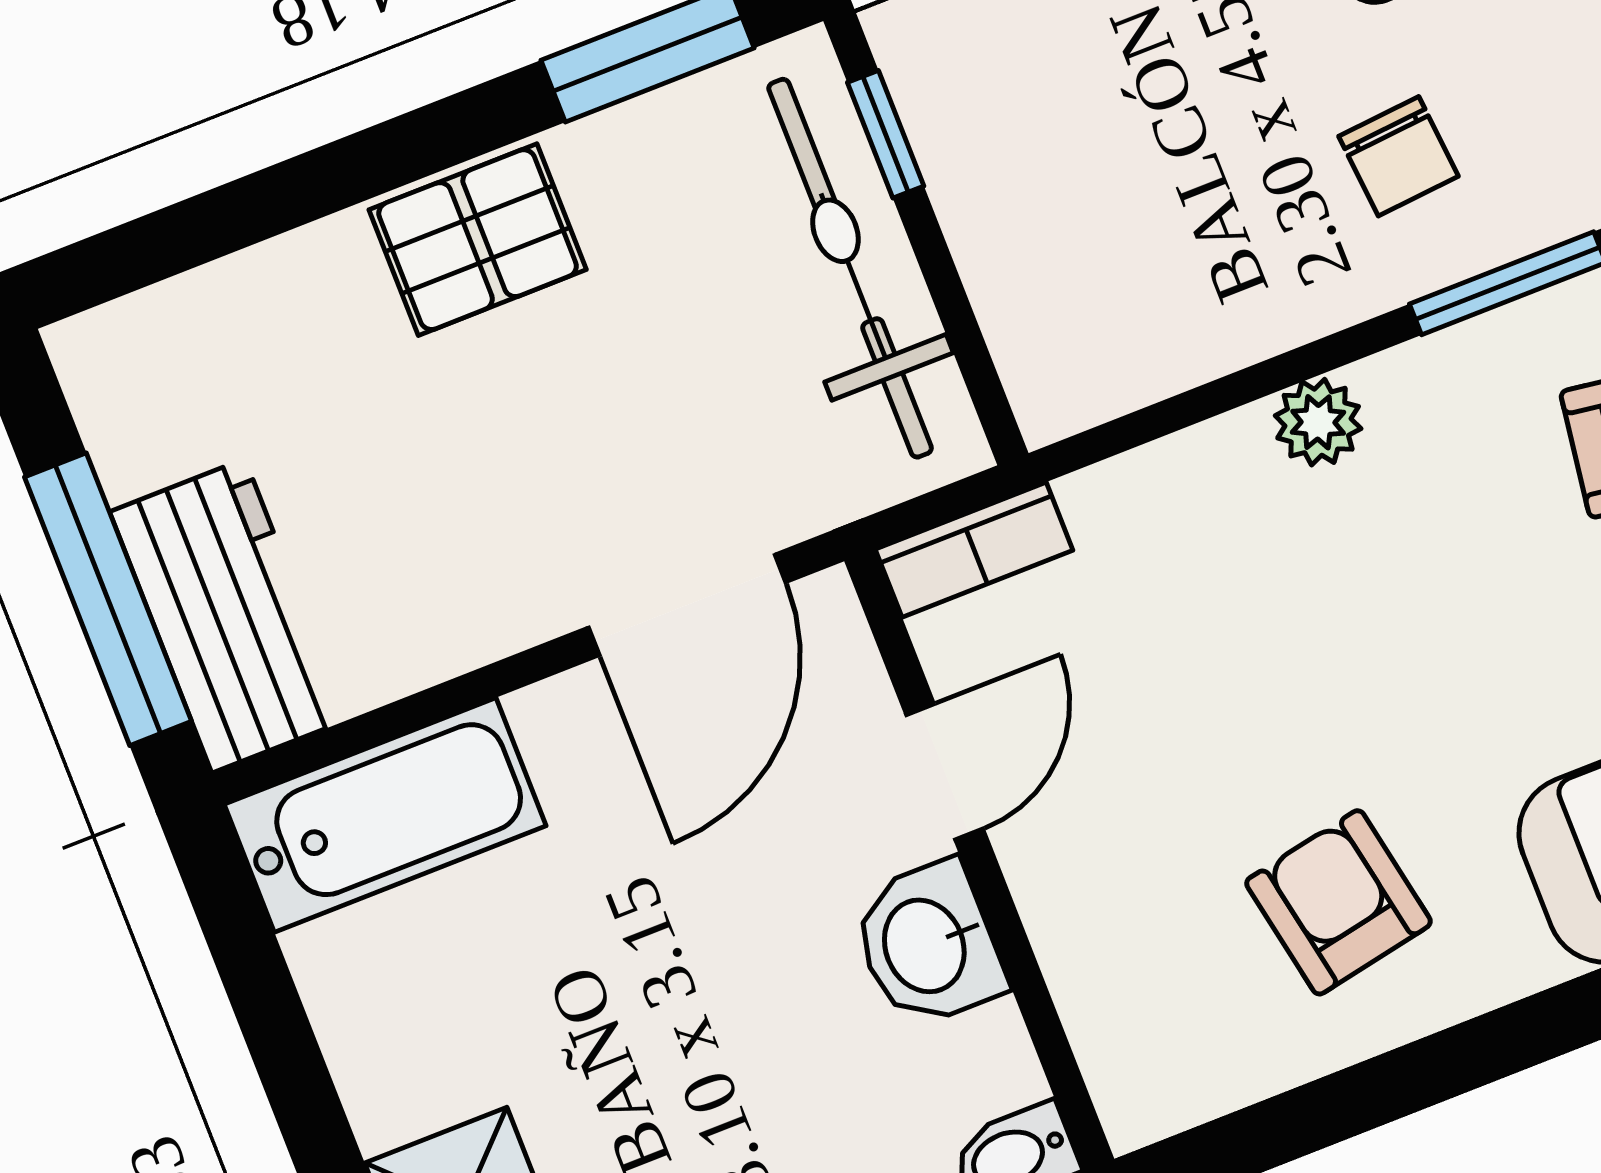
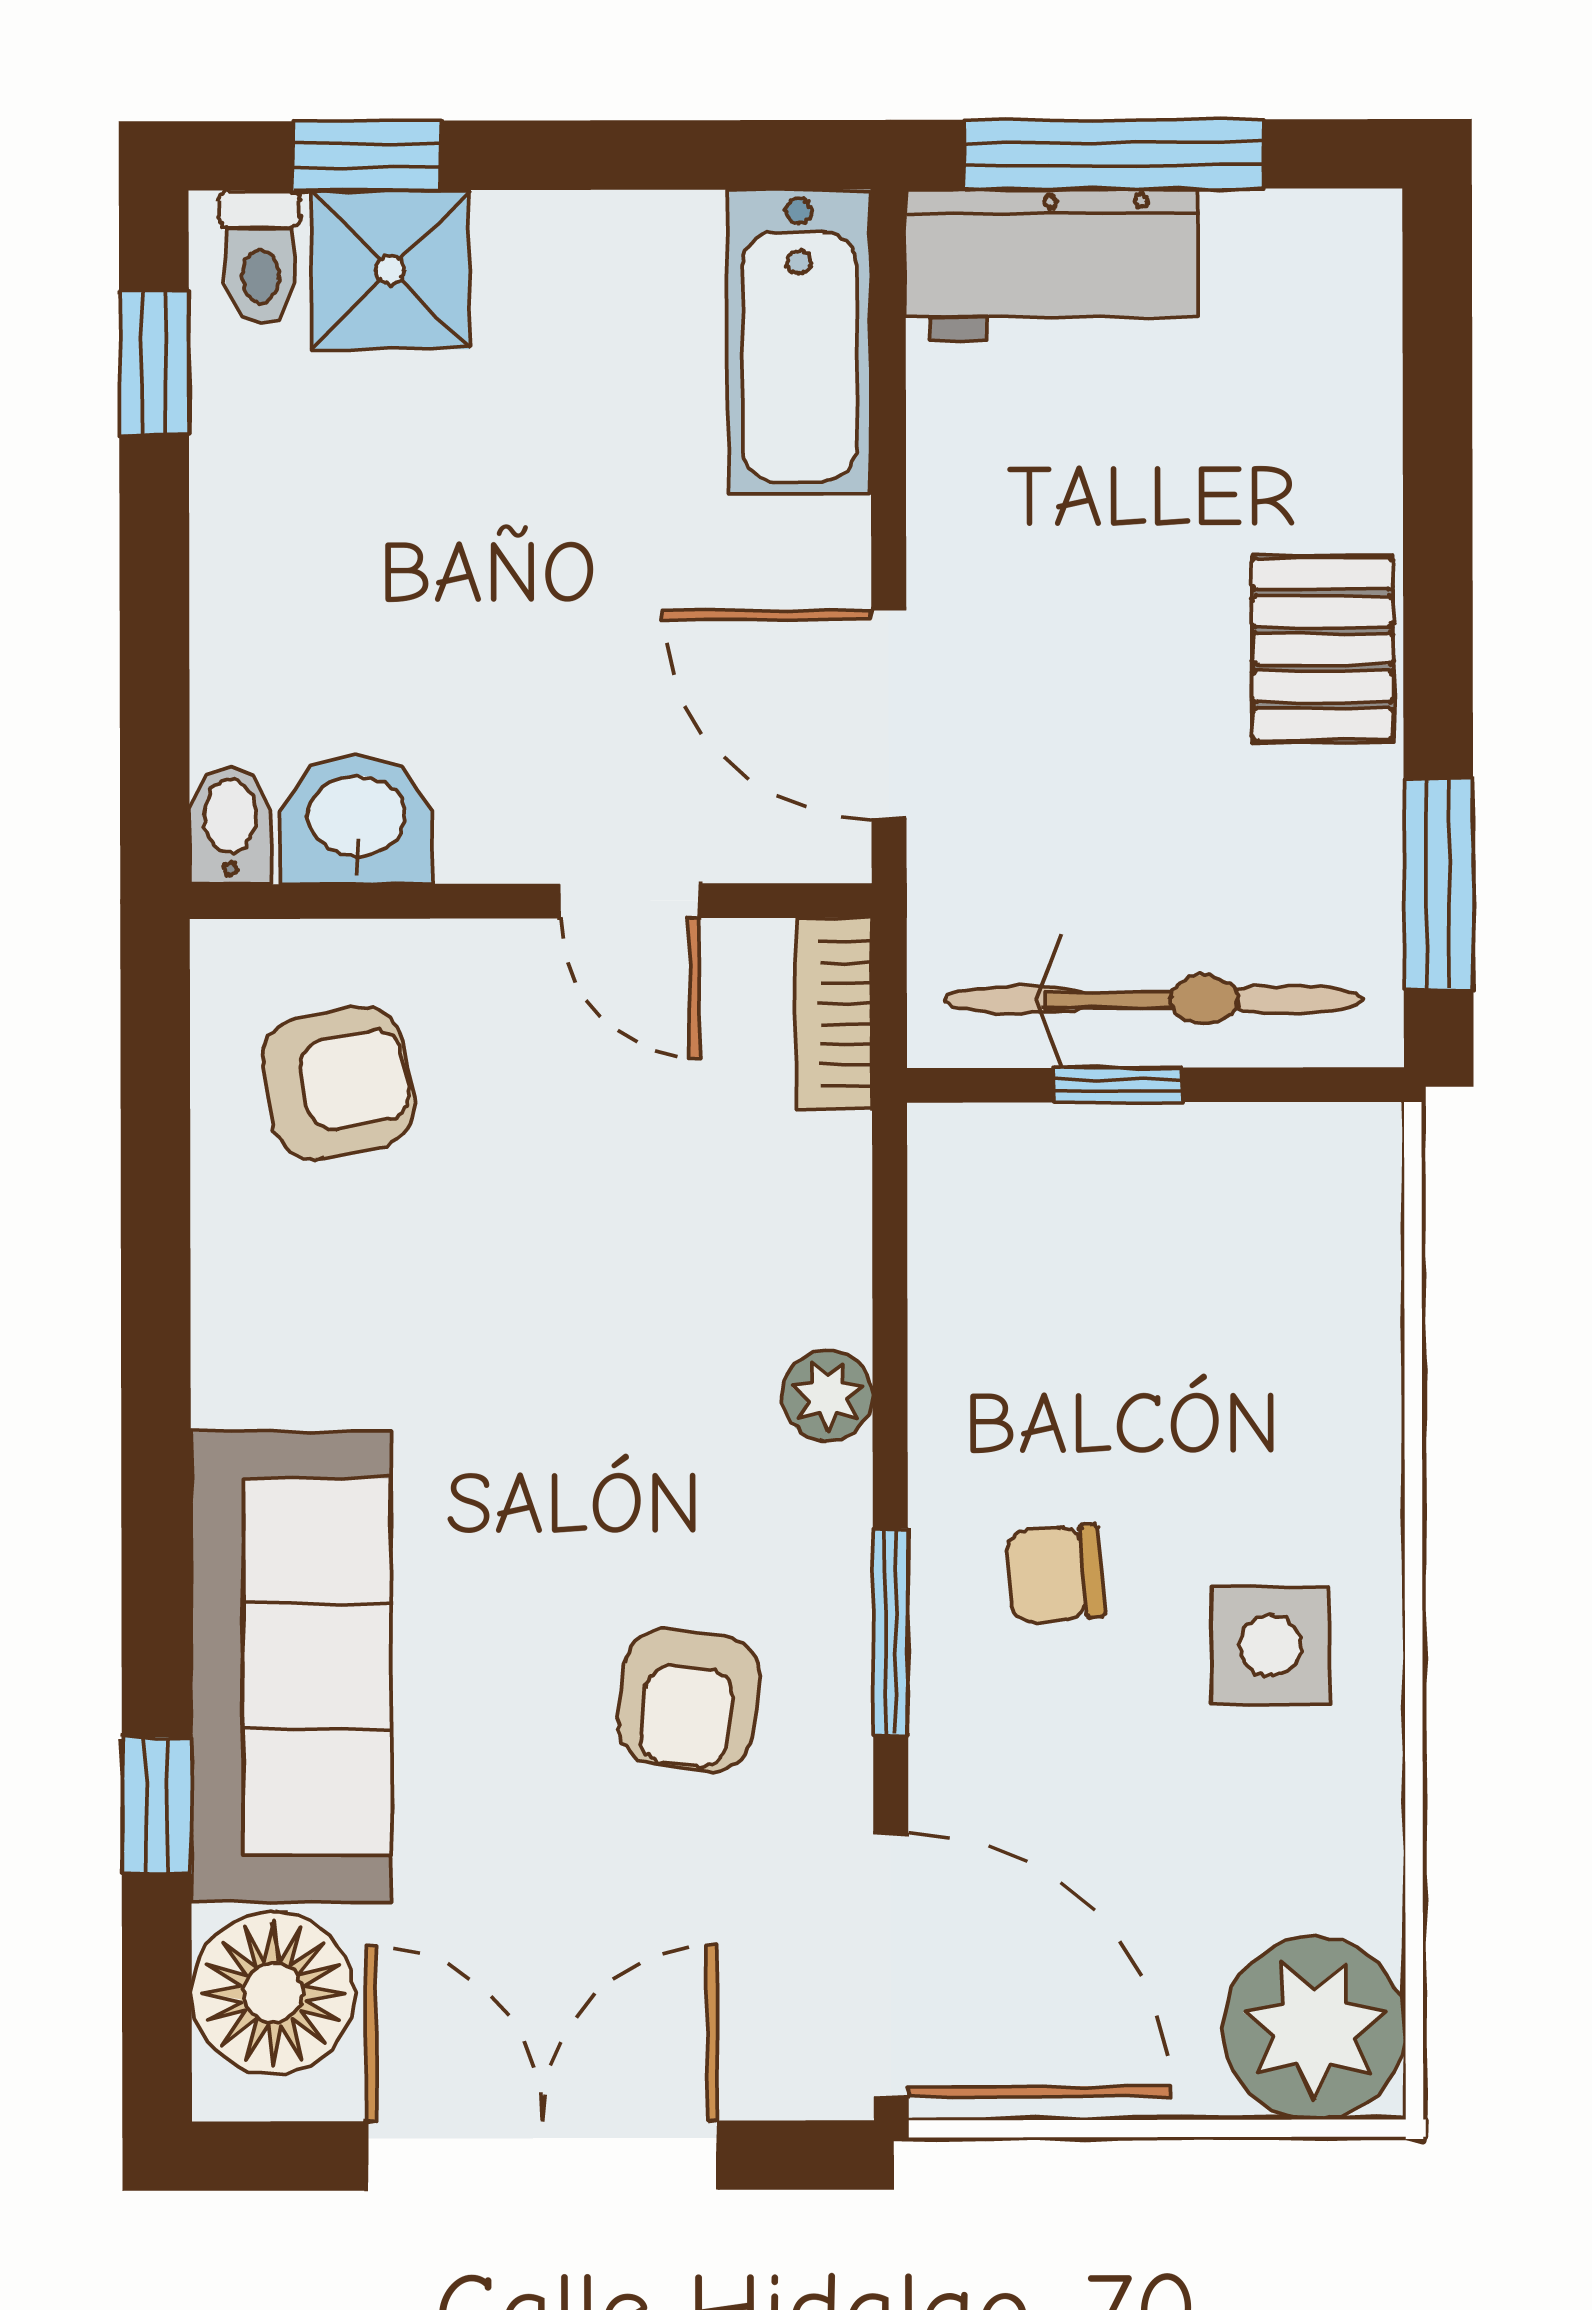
window: (886, 134) -> (1118, 1085), moved
armchair: (1338, 902) -> (338, 1083), moved
washbasin: (928, 945) -> (357, 819), moved

